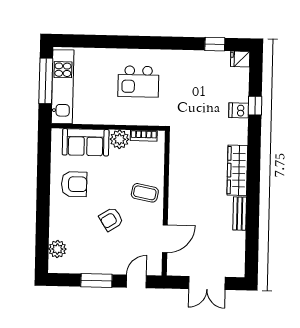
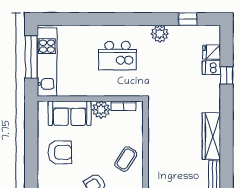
plant: (184, 59) -> (160, 34), added
fridge: (240, 59) -> (212, 52), moved
dishwasher: (239, 110) -> (211, 68), moved
coffee table: (145, 193) -> (126, 159), turned -69

